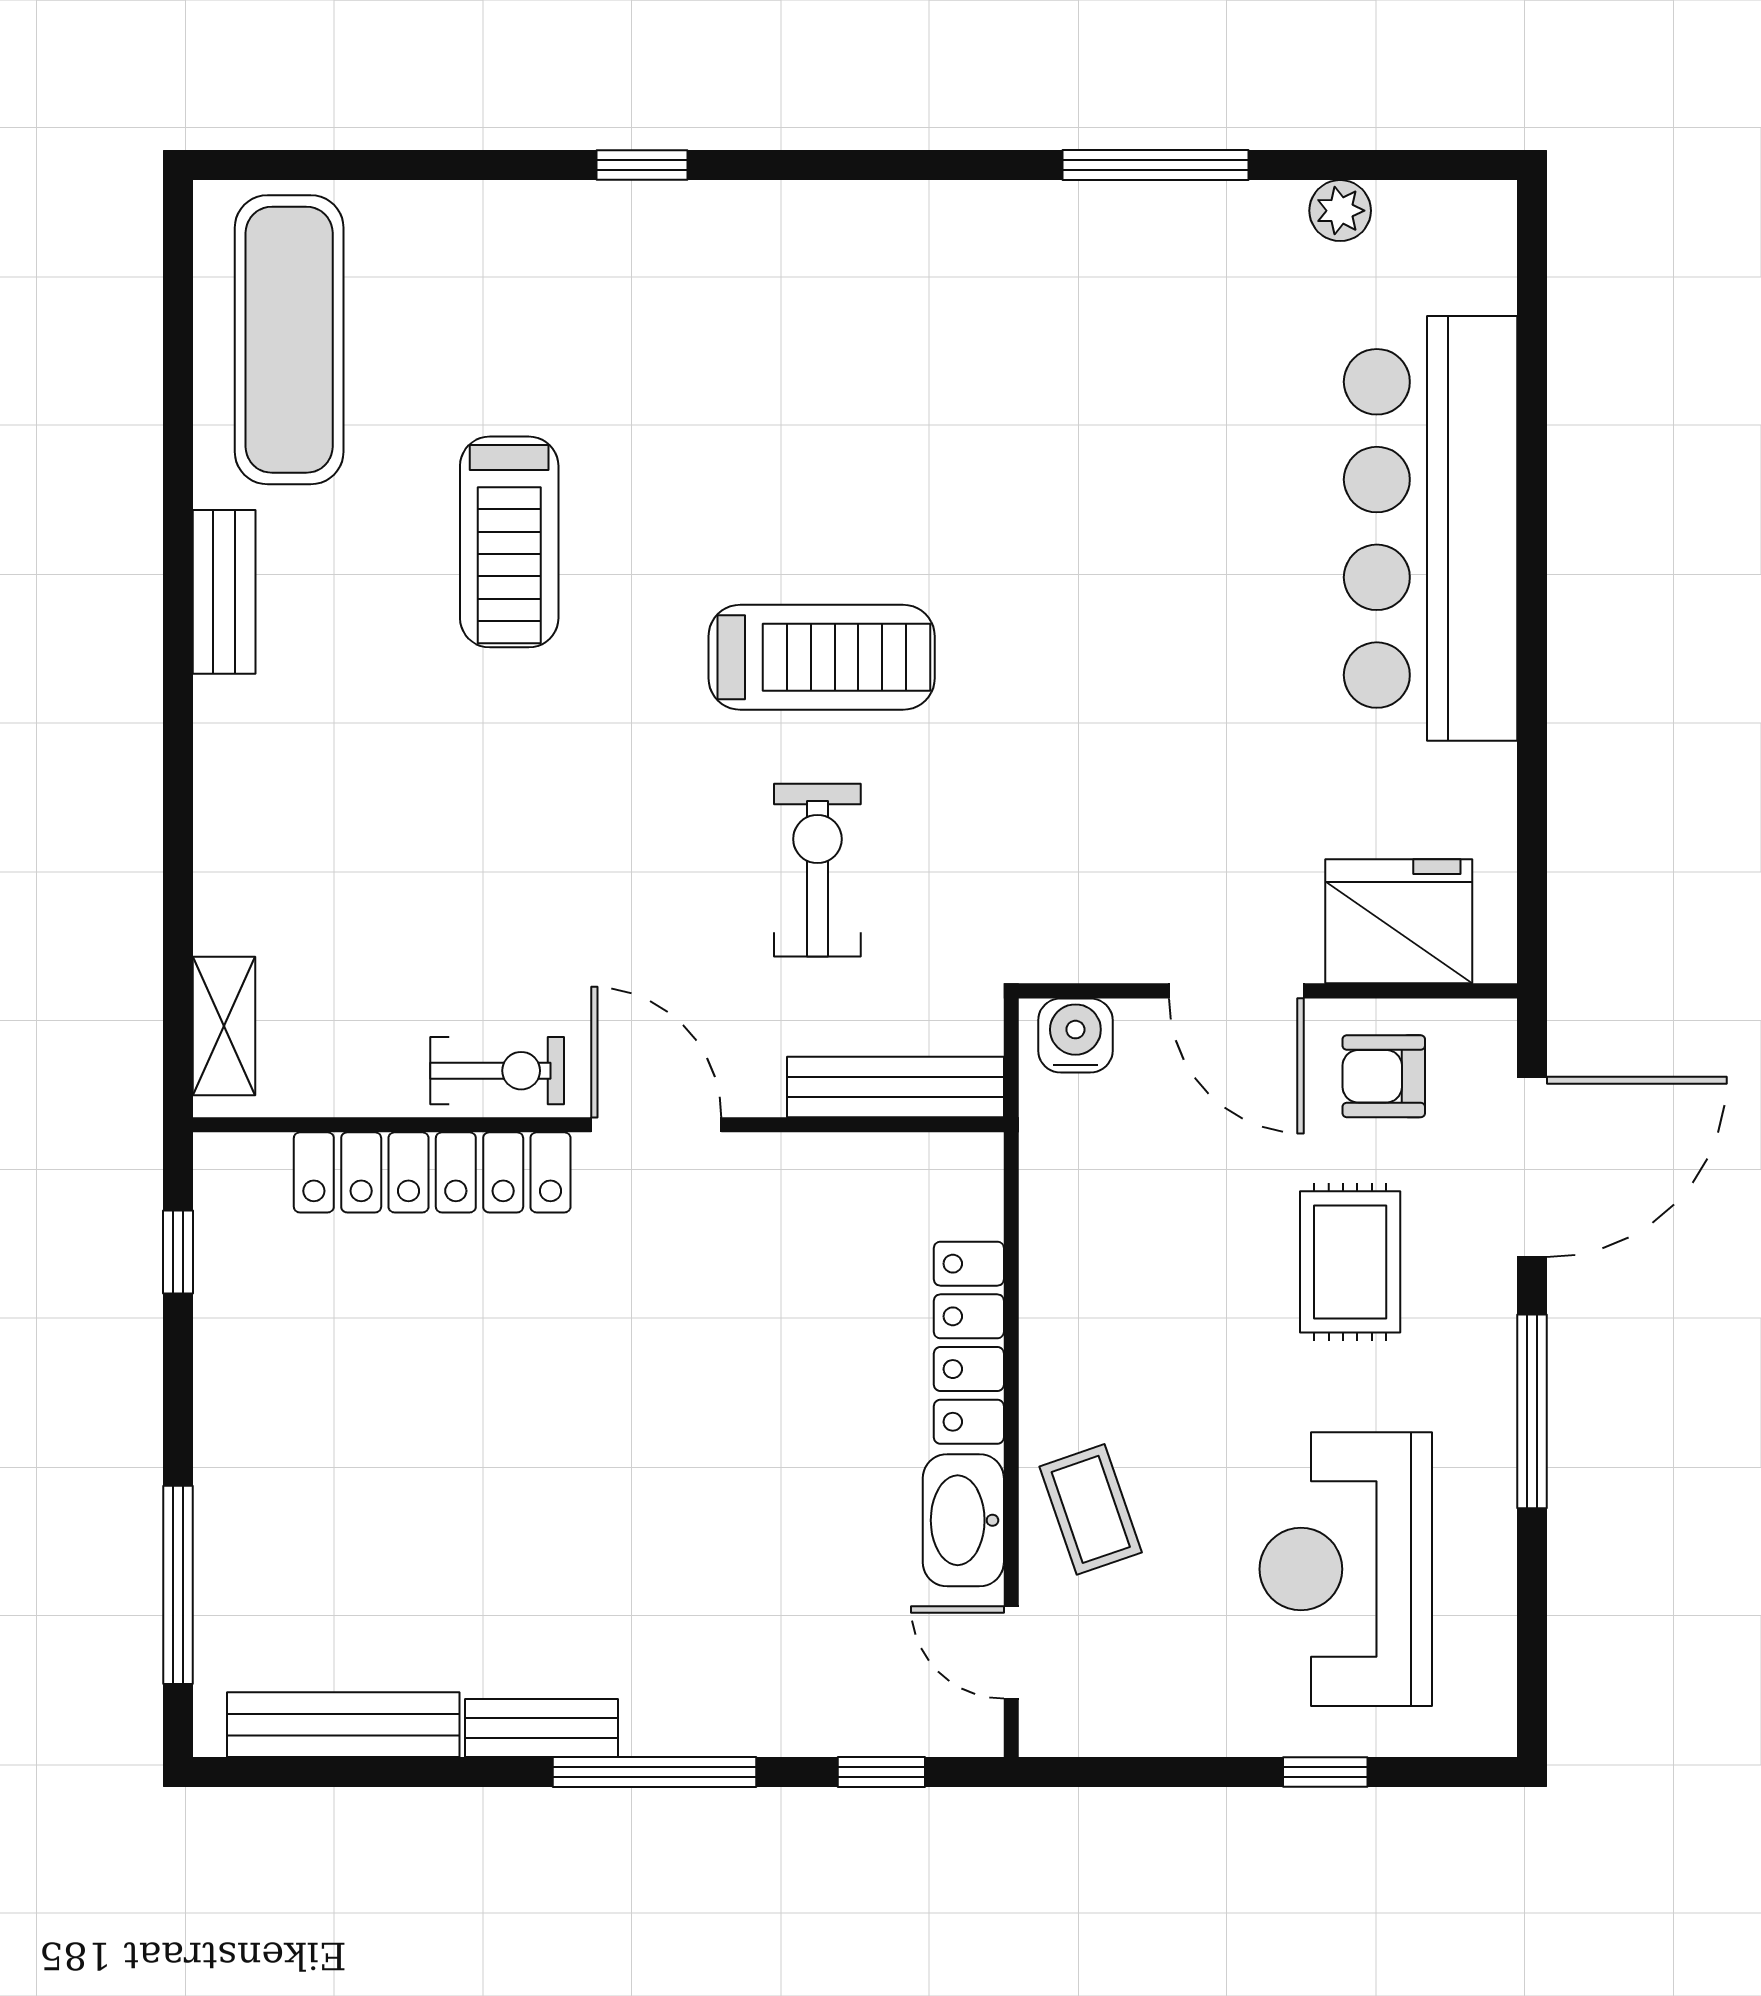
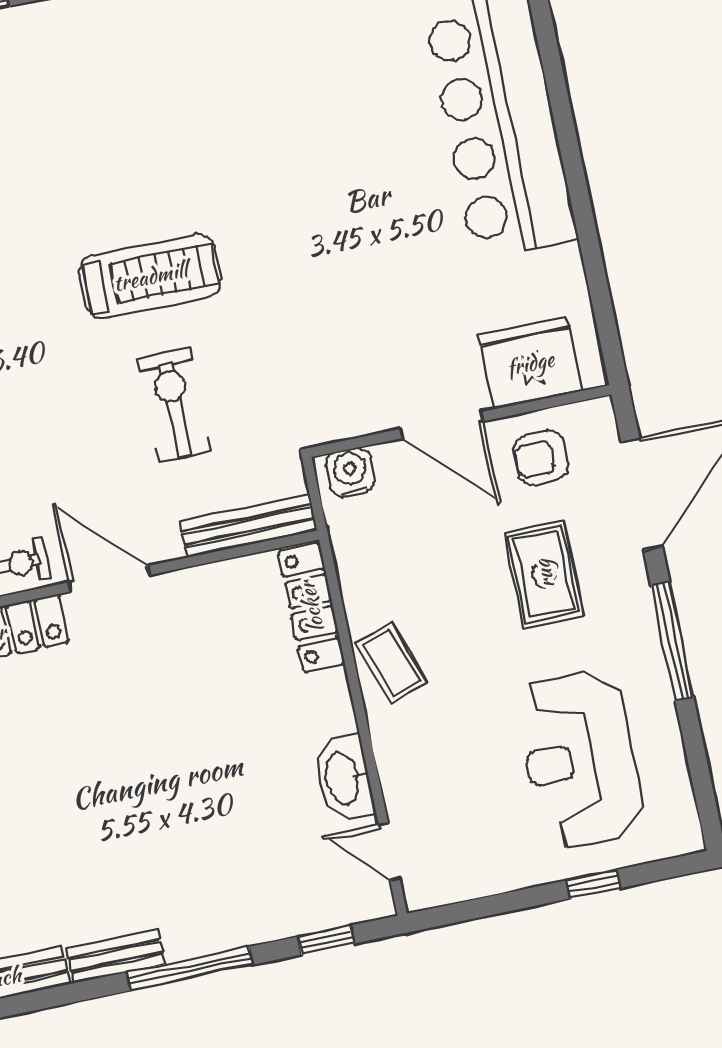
locker: (969, 1343) -> (311, 607), moved
coffee table: (1091, 1509) -> (391, 663), moved

